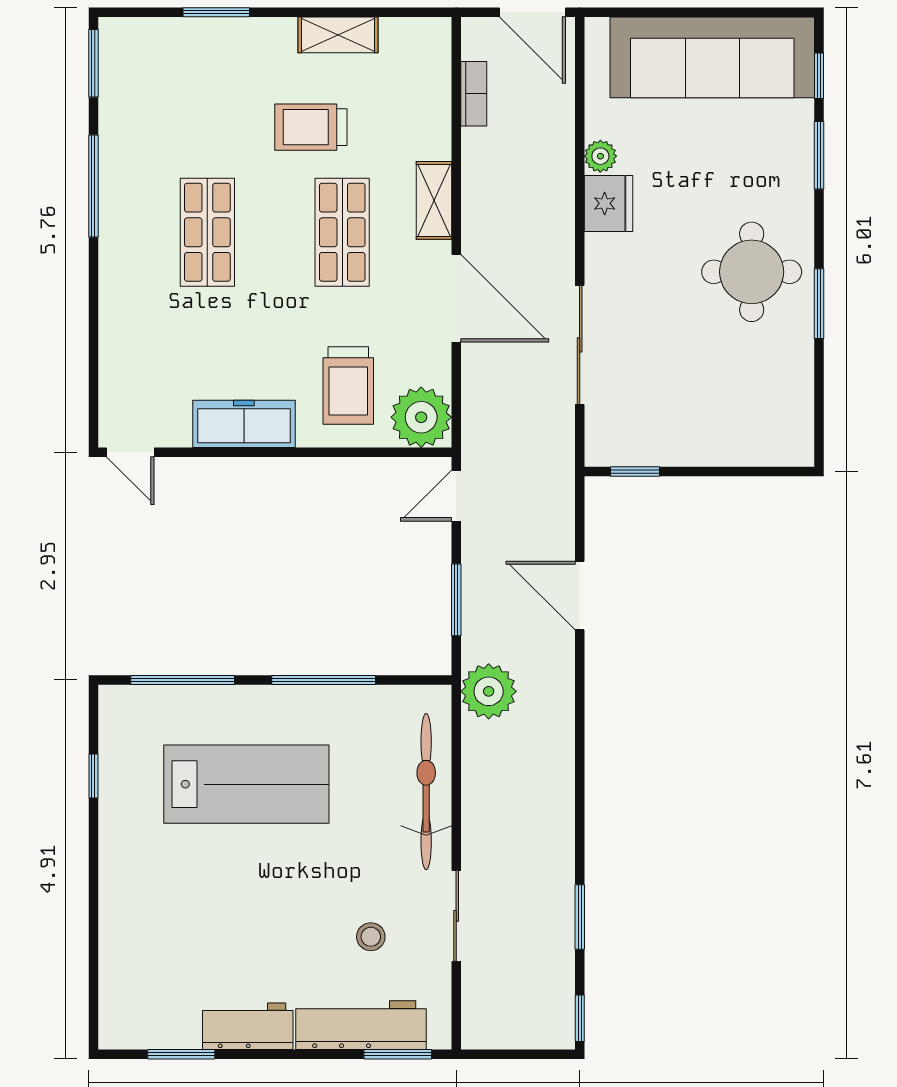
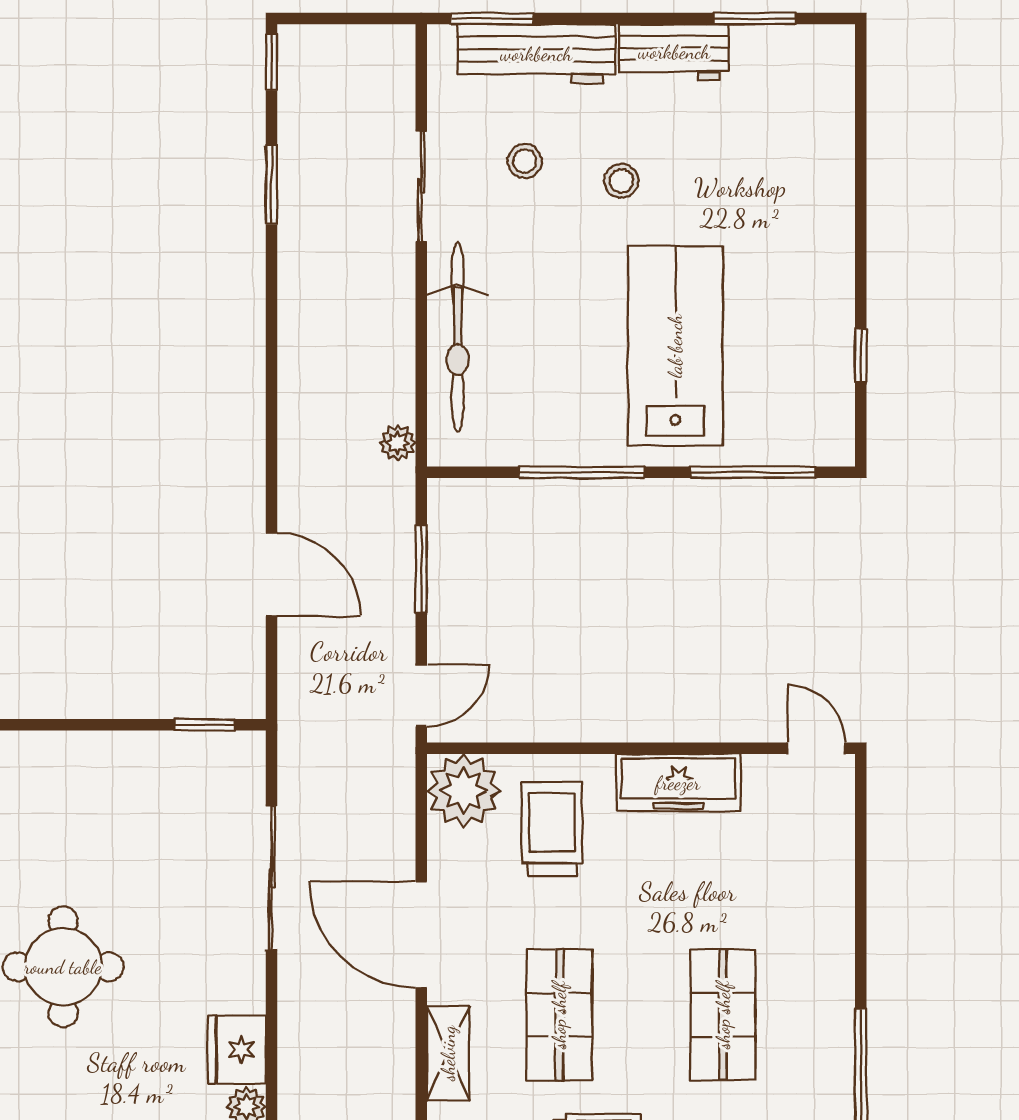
plant: (489, 691) -> (398, 443), width x0.53, depth x0.53
lab bench: (246, 784) -> (675, 346), turned 90
stool: (291, 920) -> (621, 181), added

